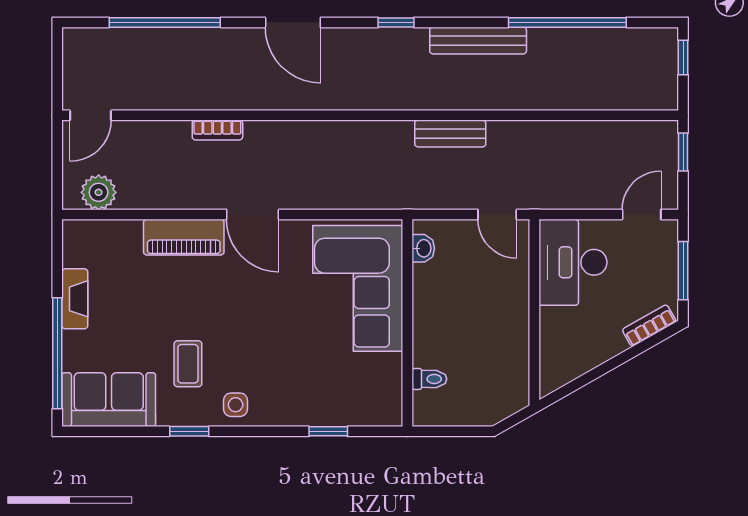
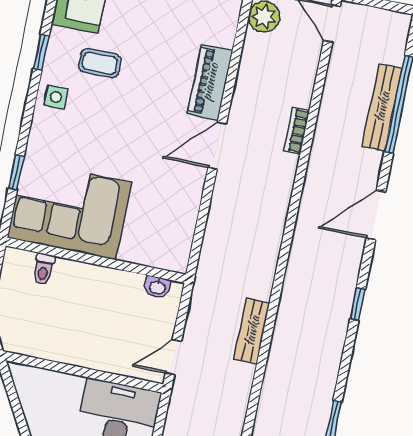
bench: (478, 41) -> (382, 107), moved
corner sofa: (358, 288) -> (69, 210), moved

